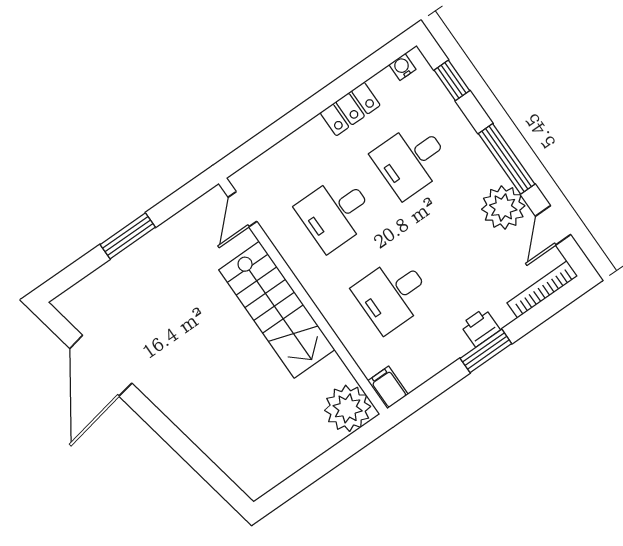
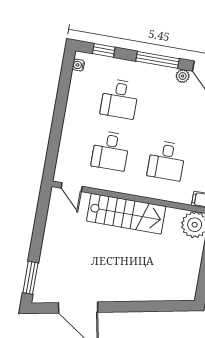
locker: (350, 109) -> (74, 103), removed
plant: (503, 207) -> (183, 76), width x0.53, depth x0.53
window: (128, 236) -> (30, 278), moved

